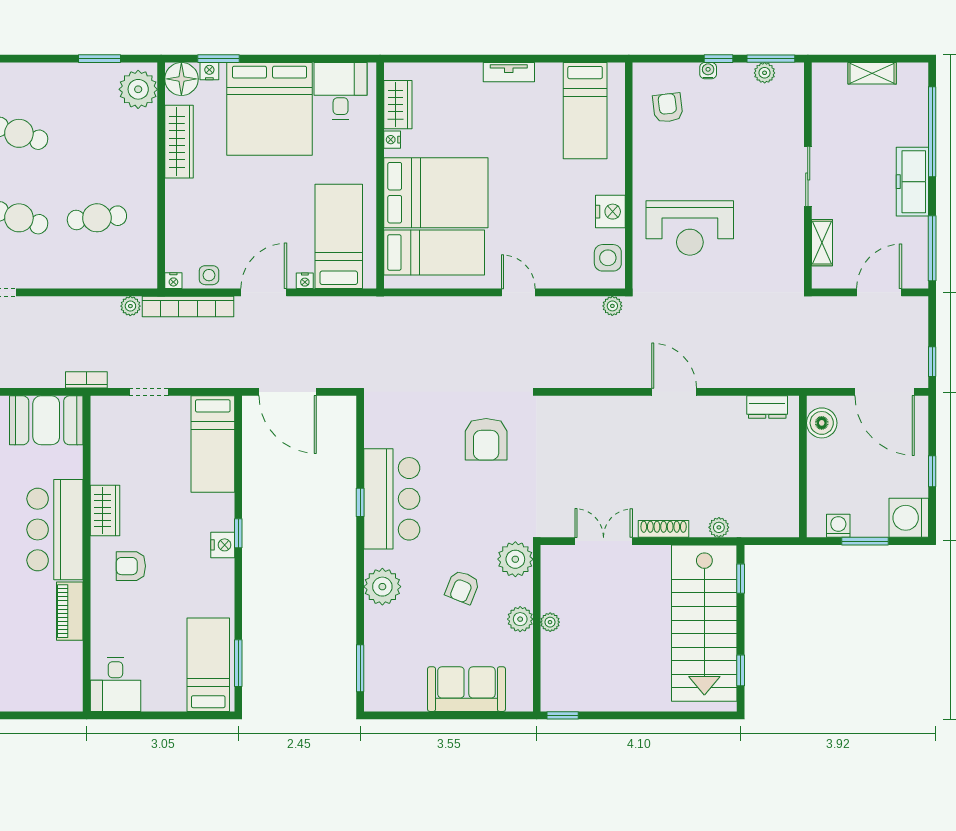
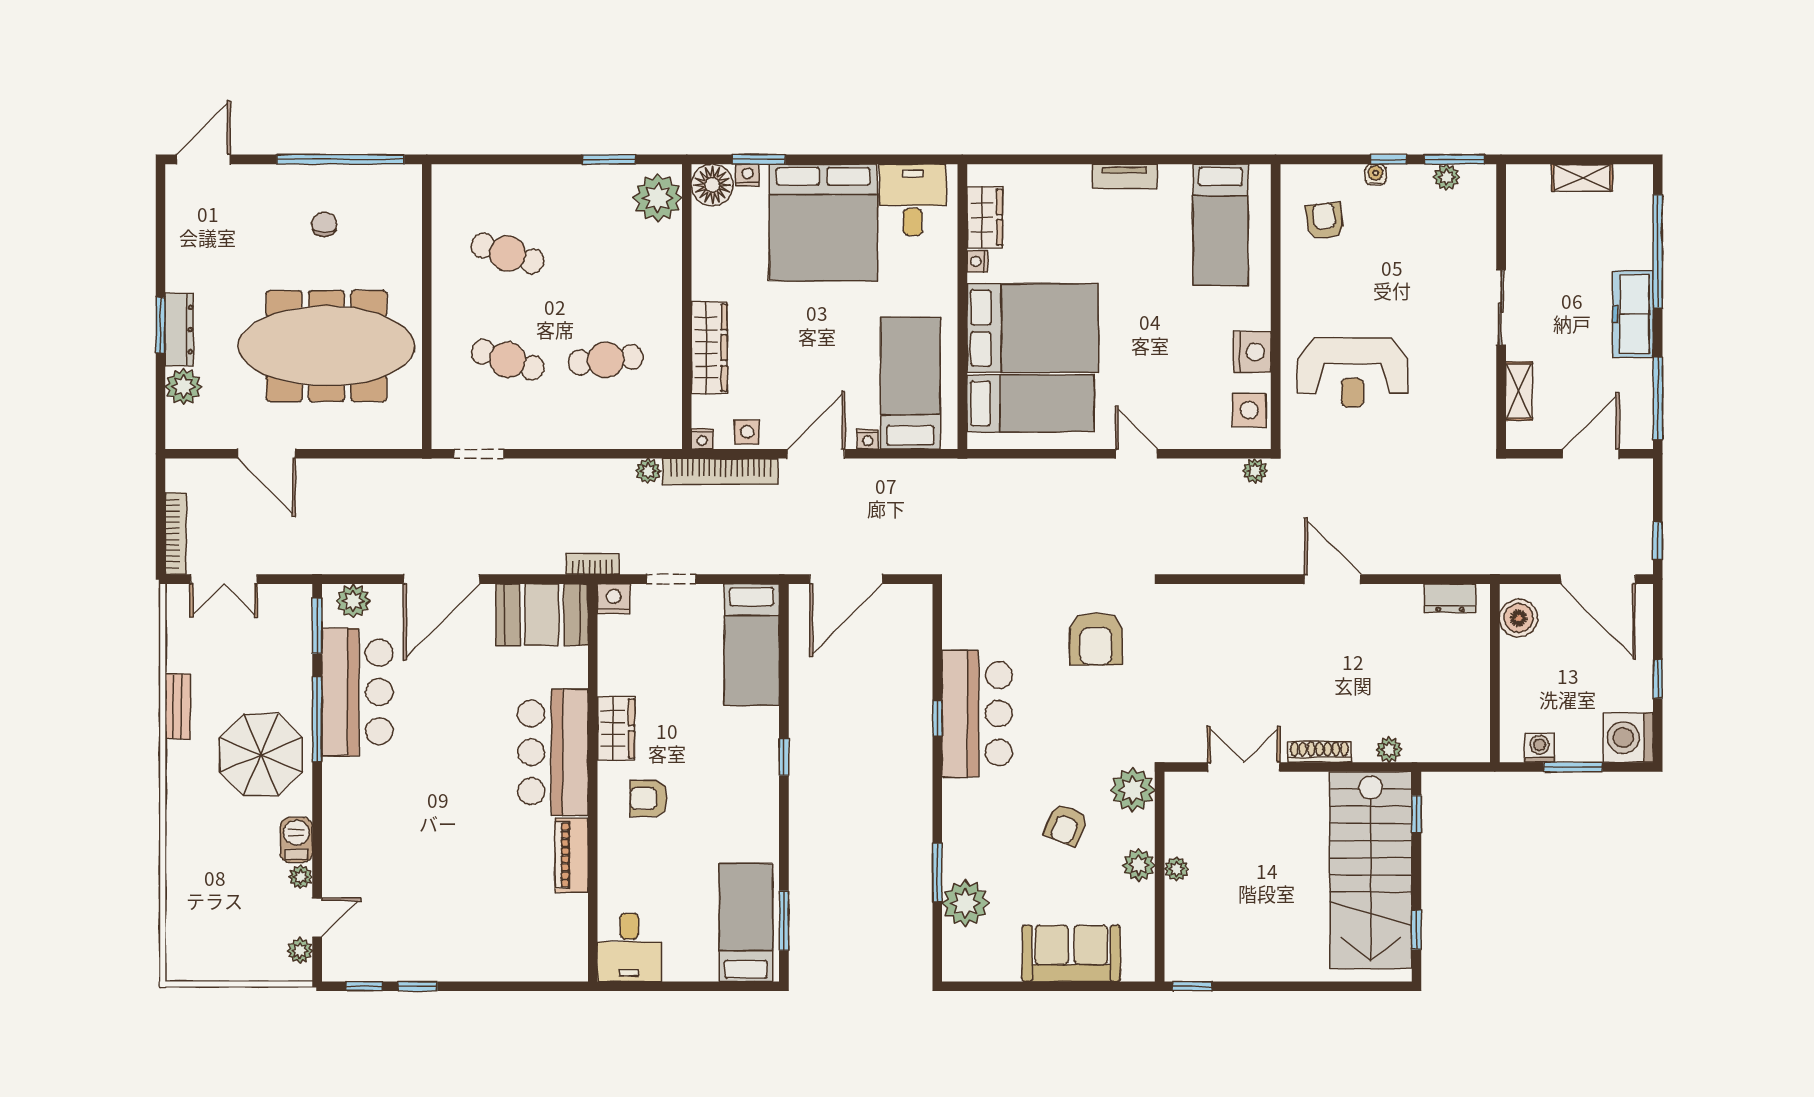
wardrobe: (179, 142) -> (709, 348), moved
door: (288, 392) -> (846, 579), hinge flipped
nightstand: (223, 545) -> (614, 599), moved, turned -90
plant: (382, 587) -> (965, 903), moved
window: (360, 668) -> (937, 873), moved

